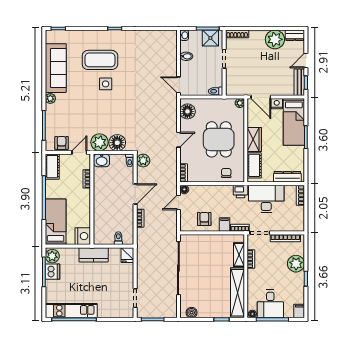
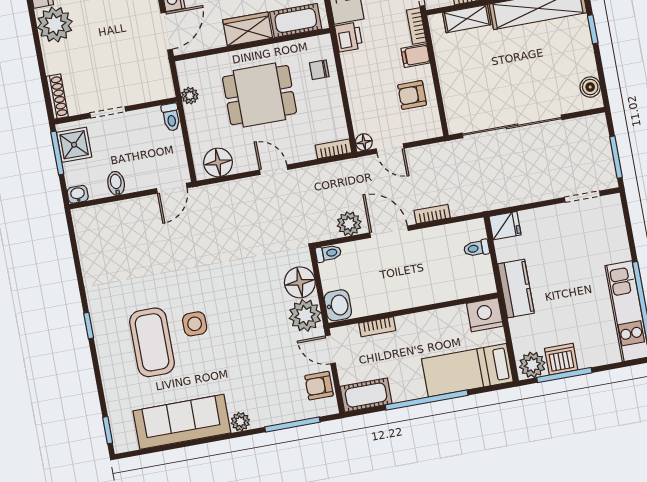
plant: (240, 103) -> (190, 96), moved
plant: (143, 161) -> (349, 224), moved

